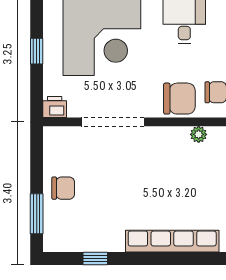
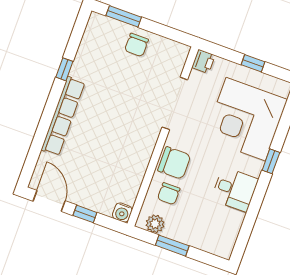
chair: (179, 99) -> (174, 163), turned -90
plant: (199, 134) -> (140, 168), removed
window: (95, 259) -> (64, 69), moved

